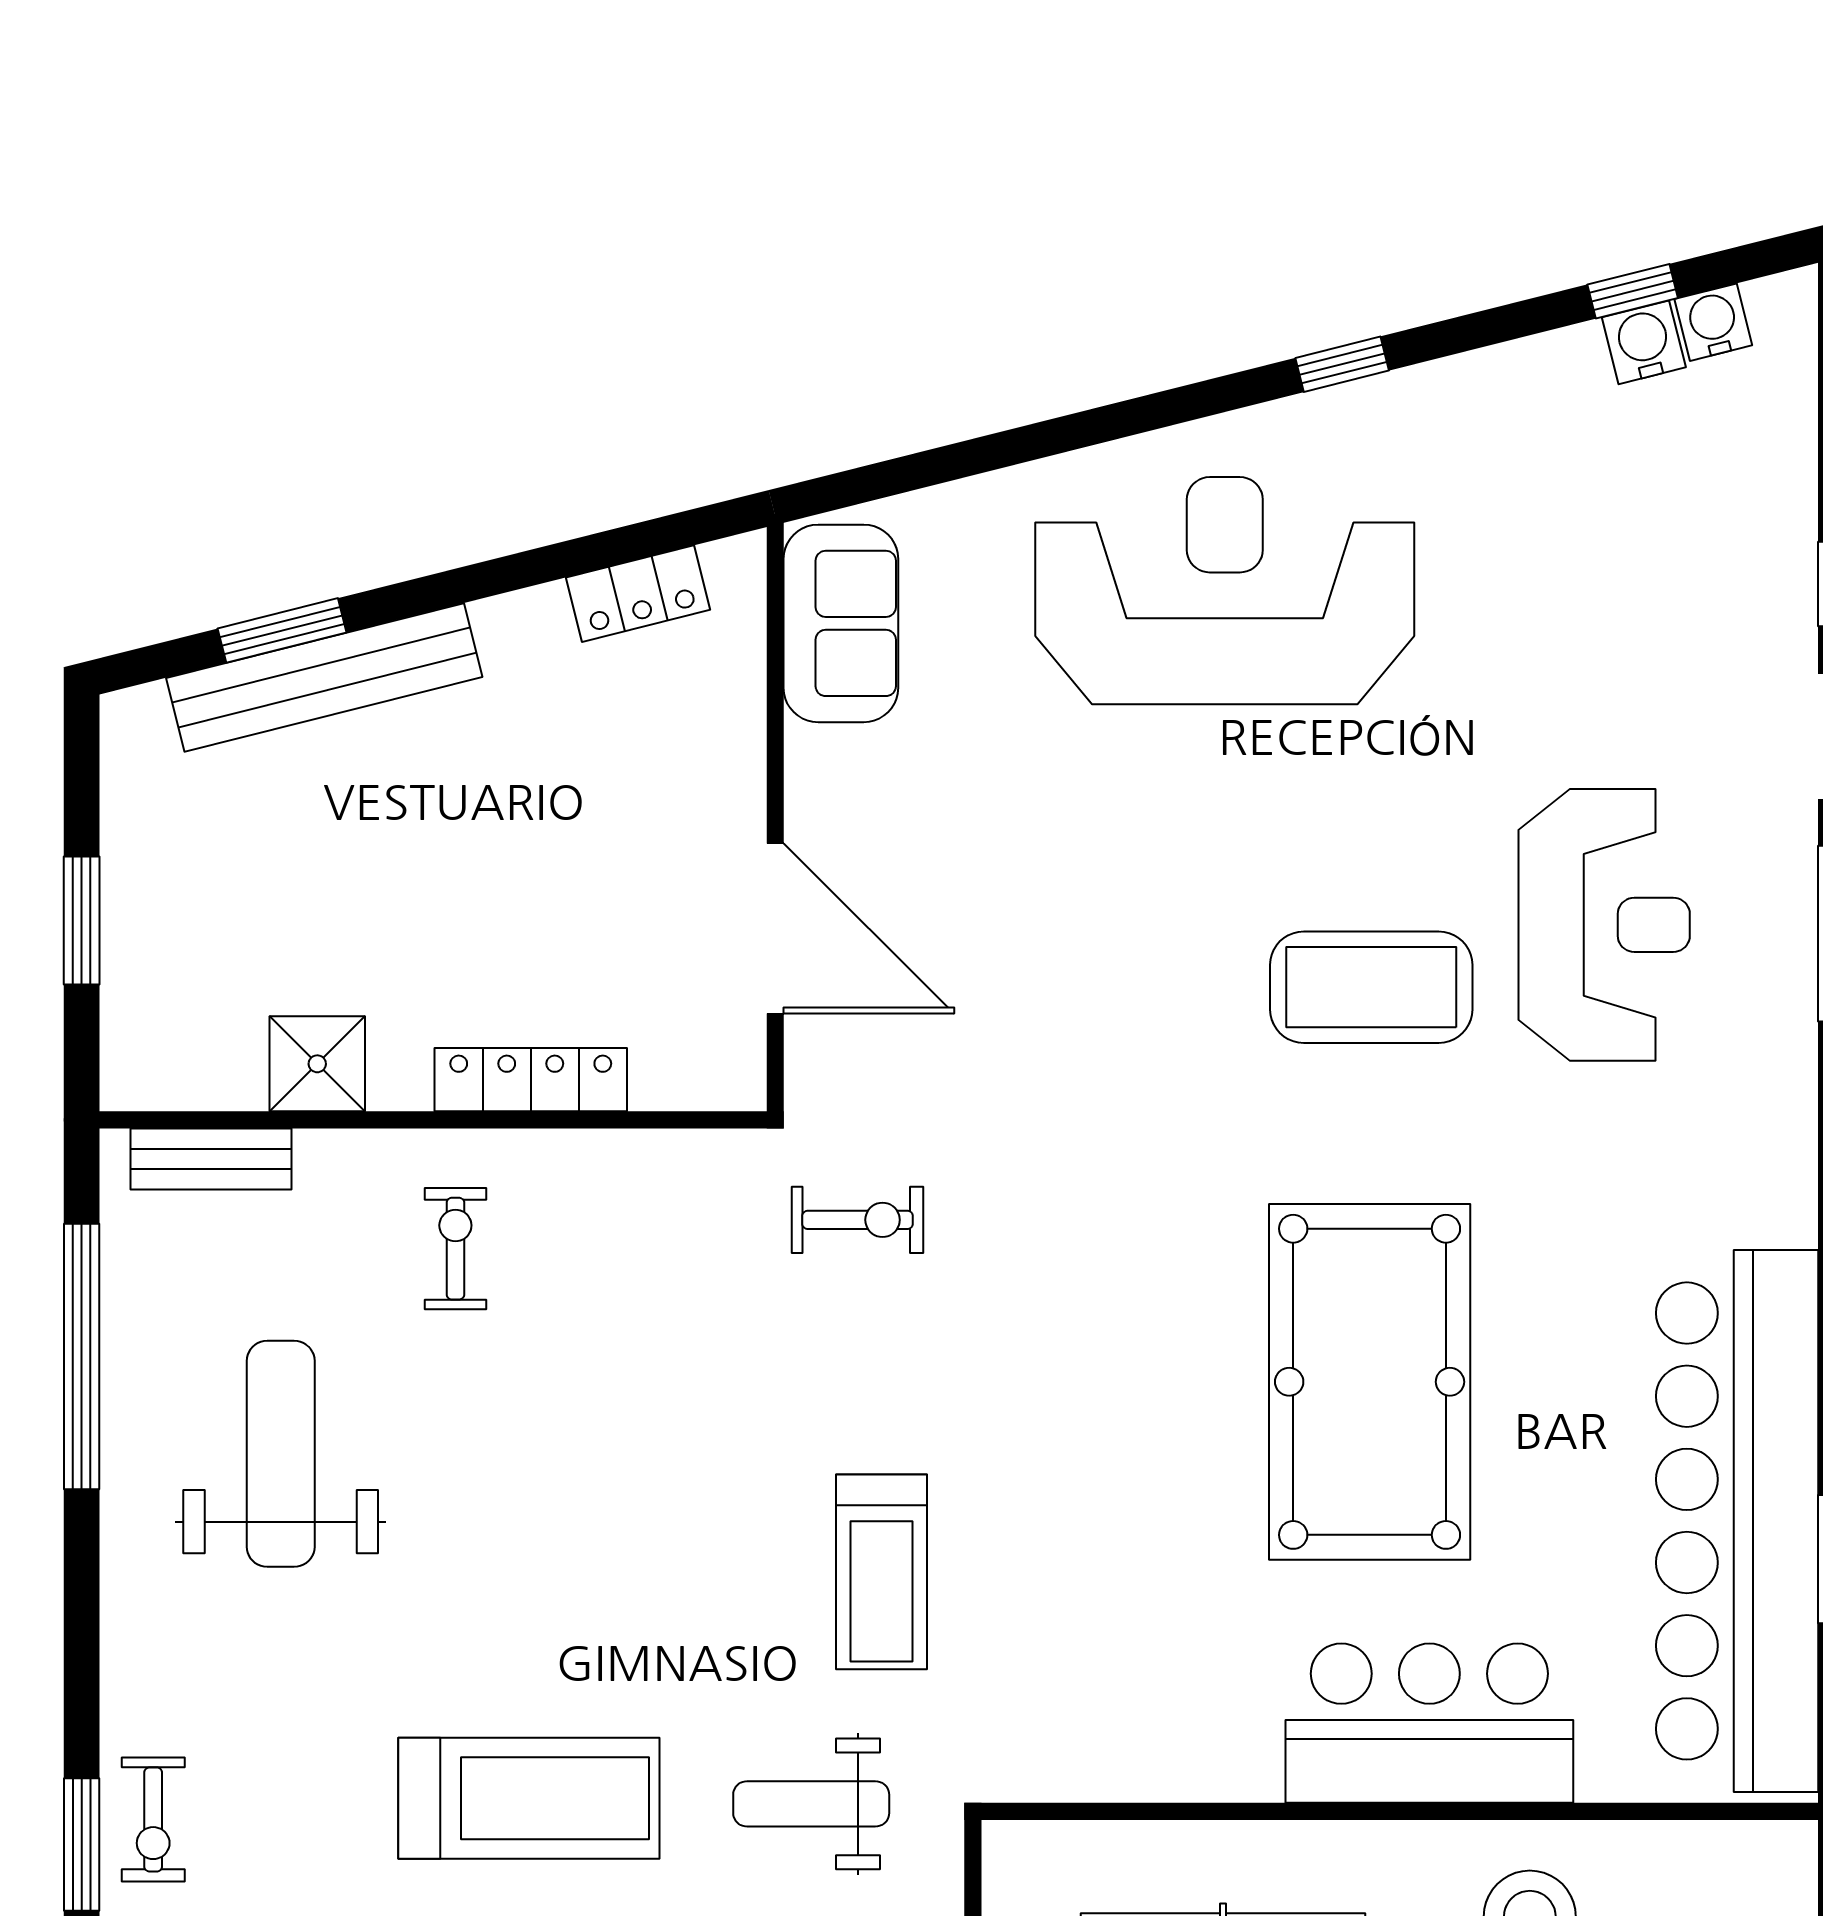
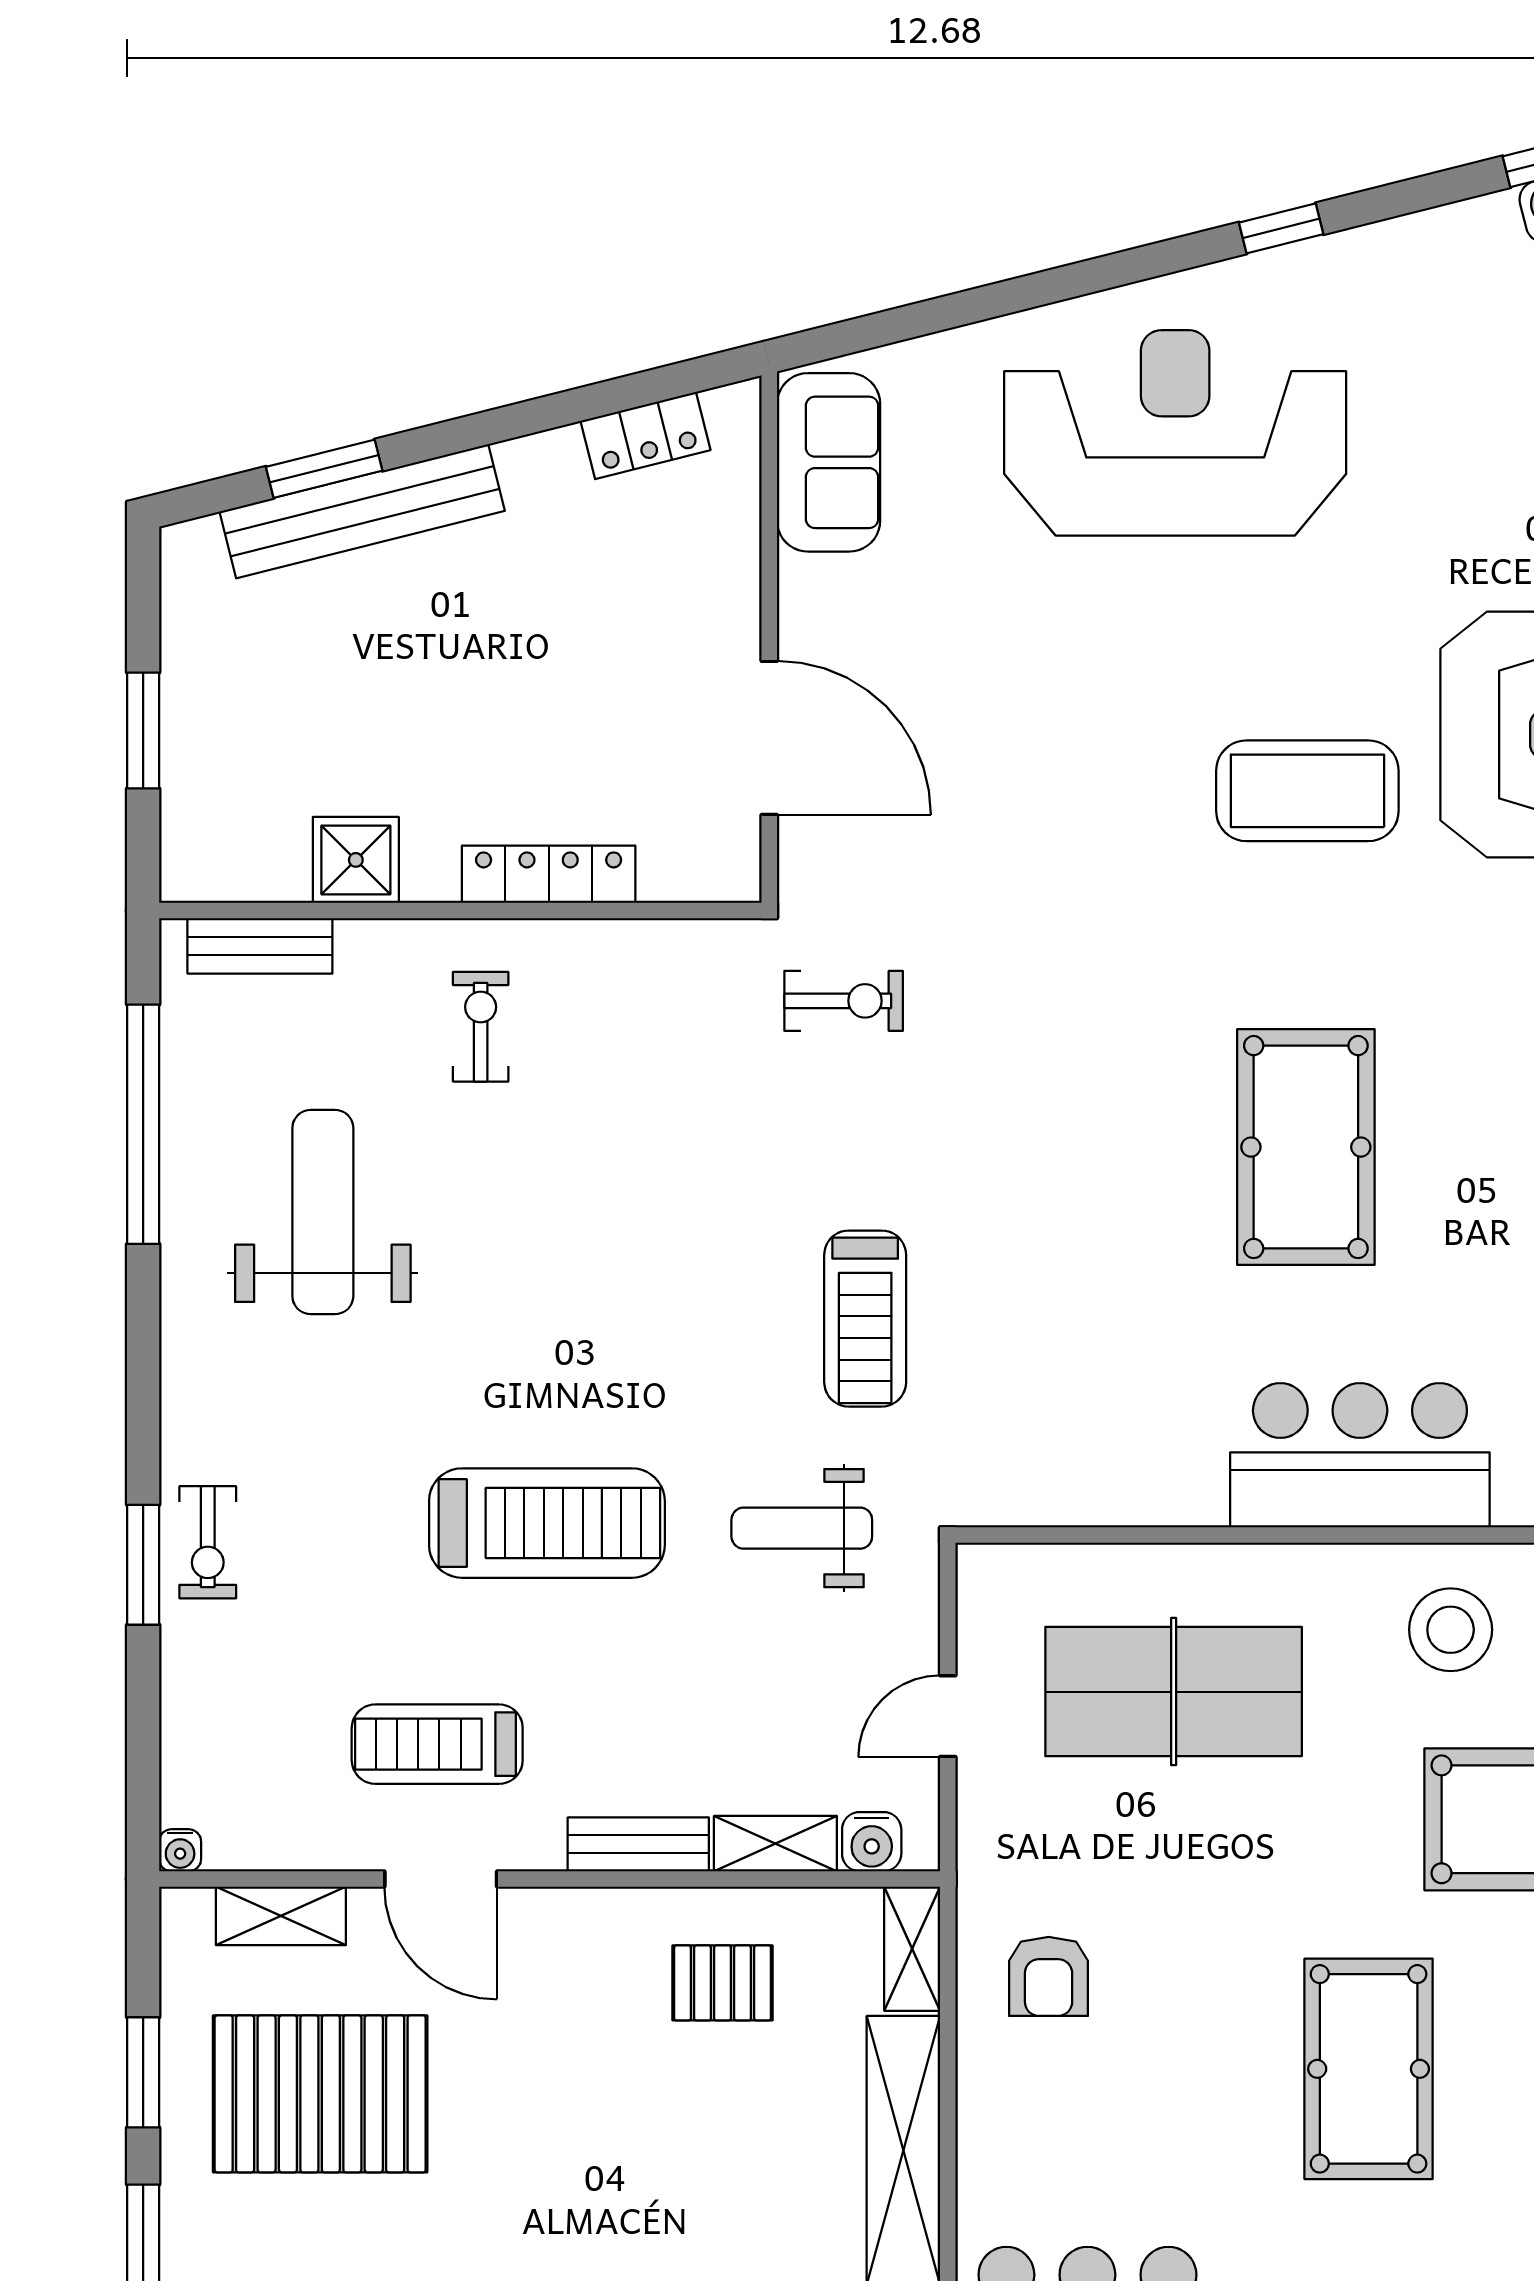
pool table: (1370, 1382) -> (1306, 1147), width x0.73, depth x0.76

